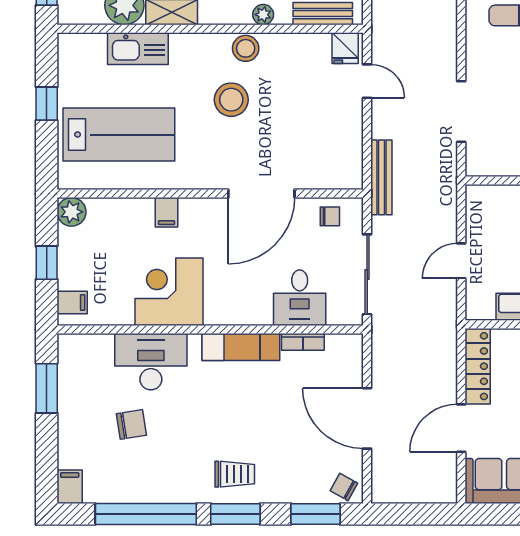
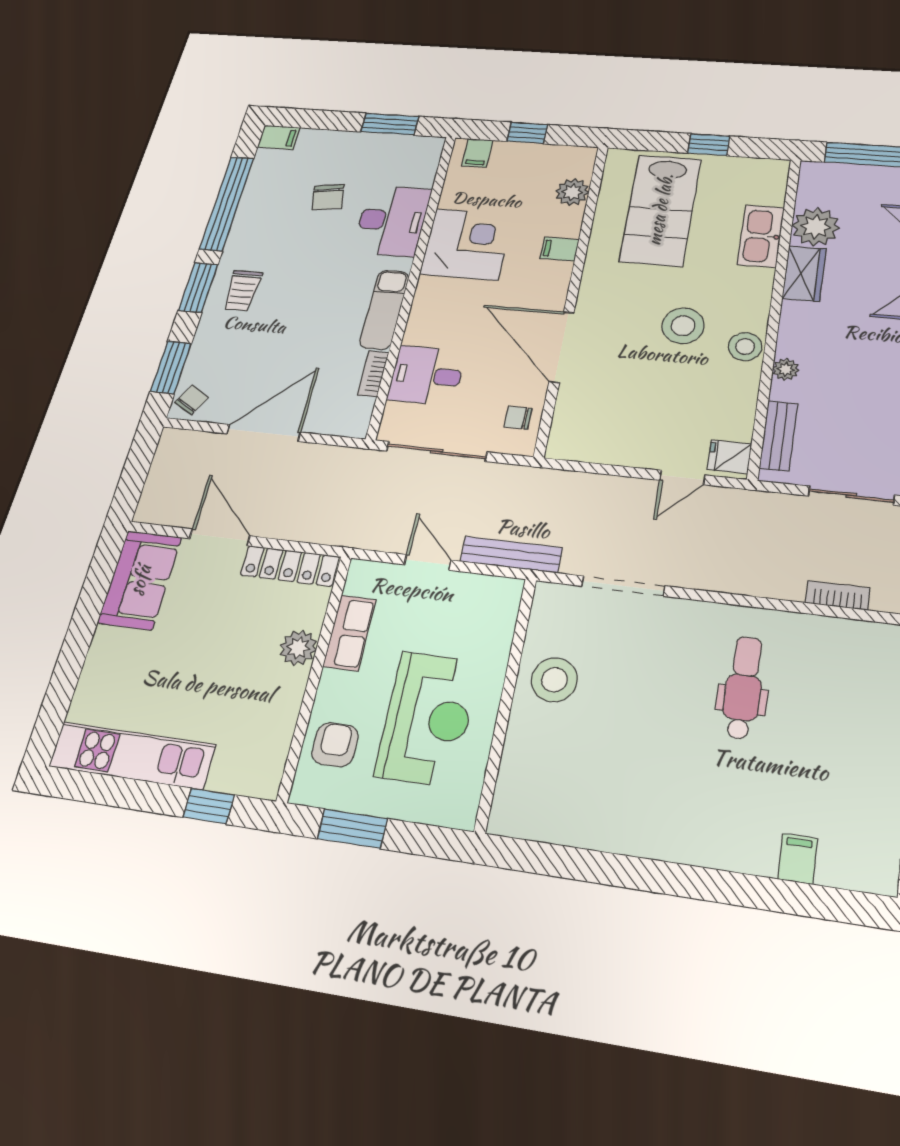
bench: (381, 177) -> (511, 555), moved
plant: (71, 212) -> (572, 192), moved
chair: (330, 216) -> (518, 418), turned 90

